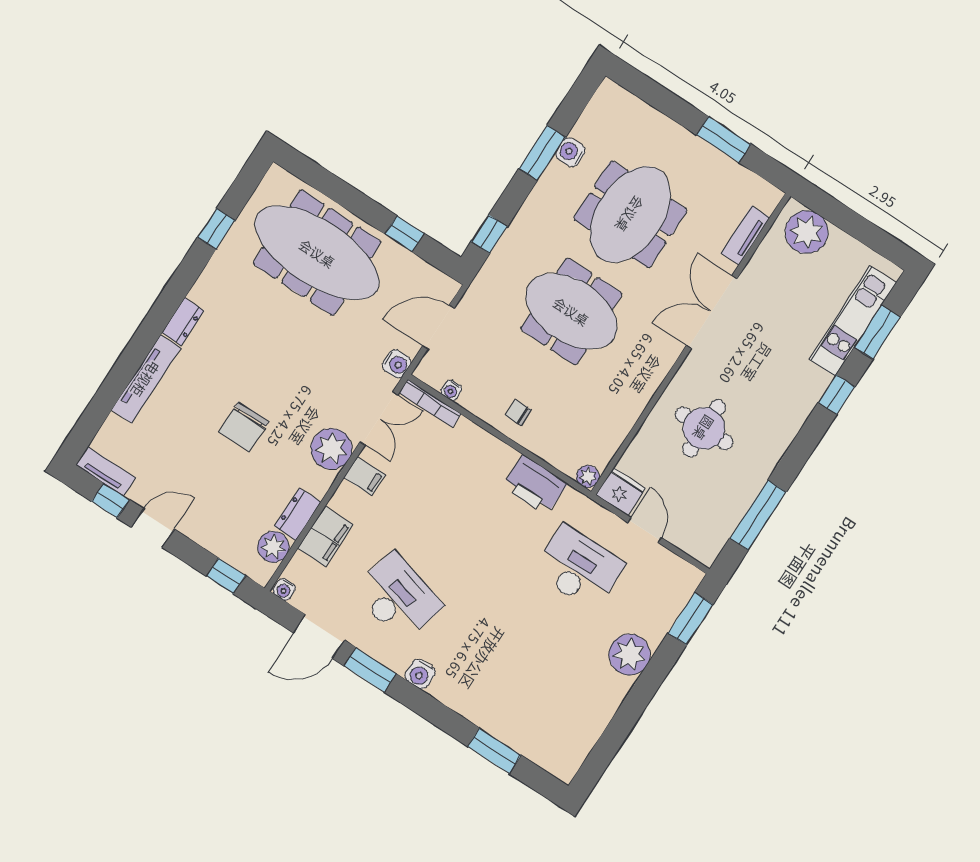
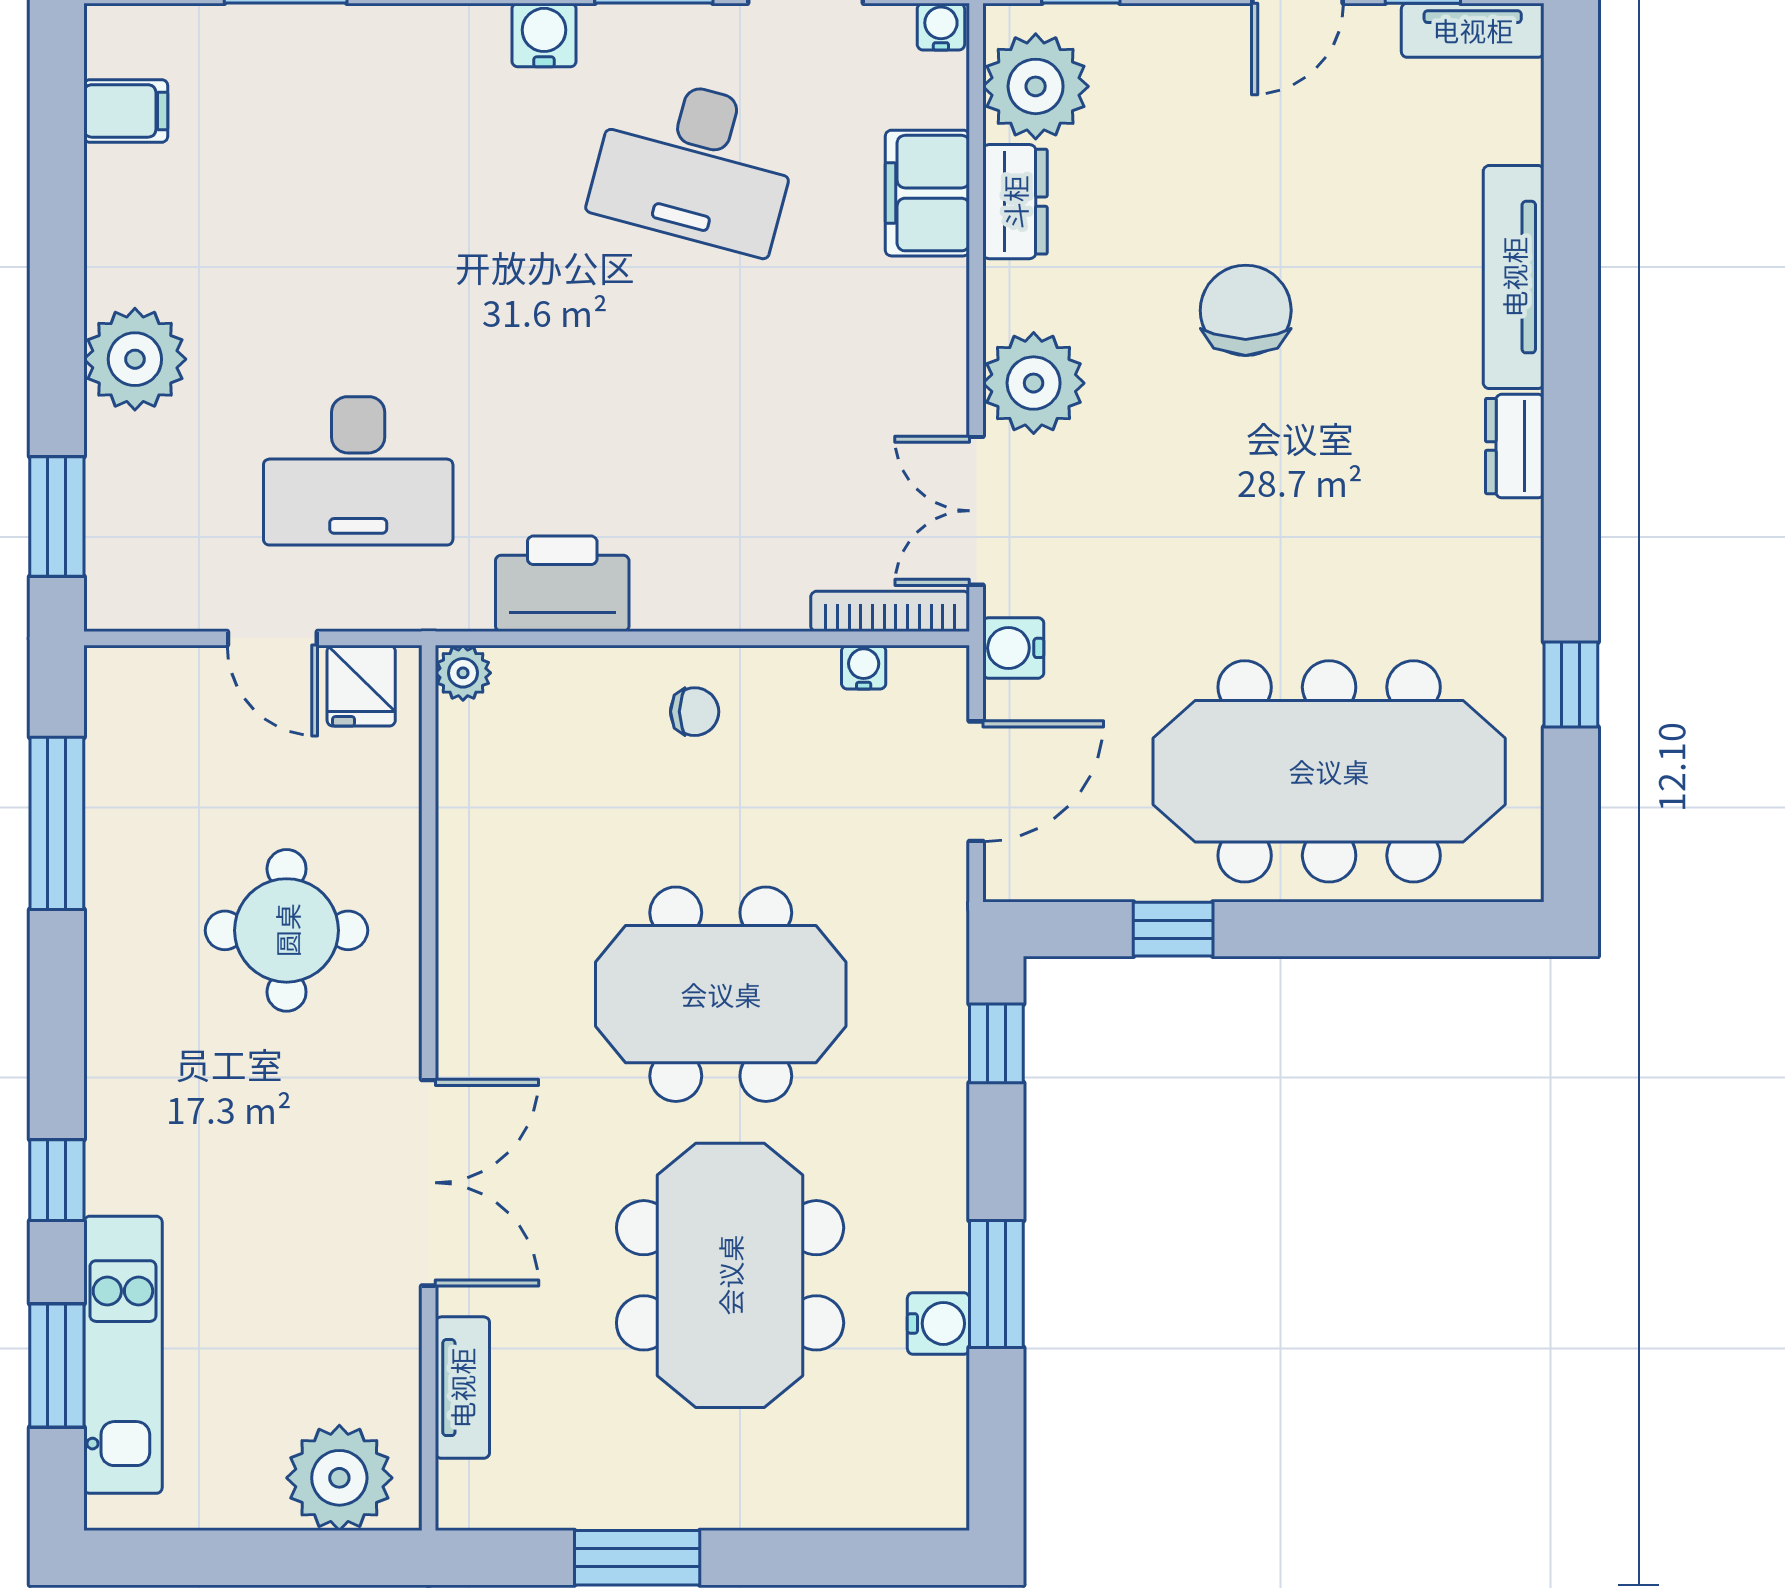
filing cabinet: (365, 476) -> (126, 111), moved, turned 180
fridge: (621, 492) -> (361, 686), width x0.72
plant: (273, 547) -> (1036, 86), width x1.36, depth x1.36

